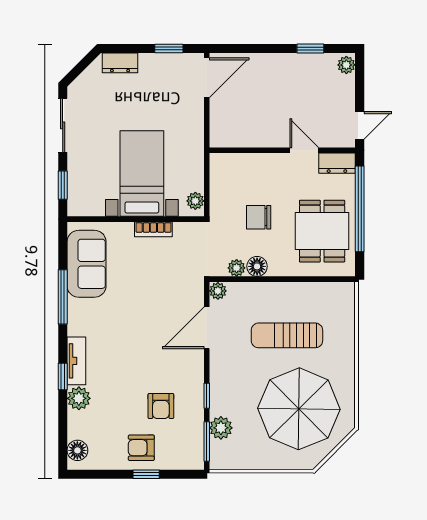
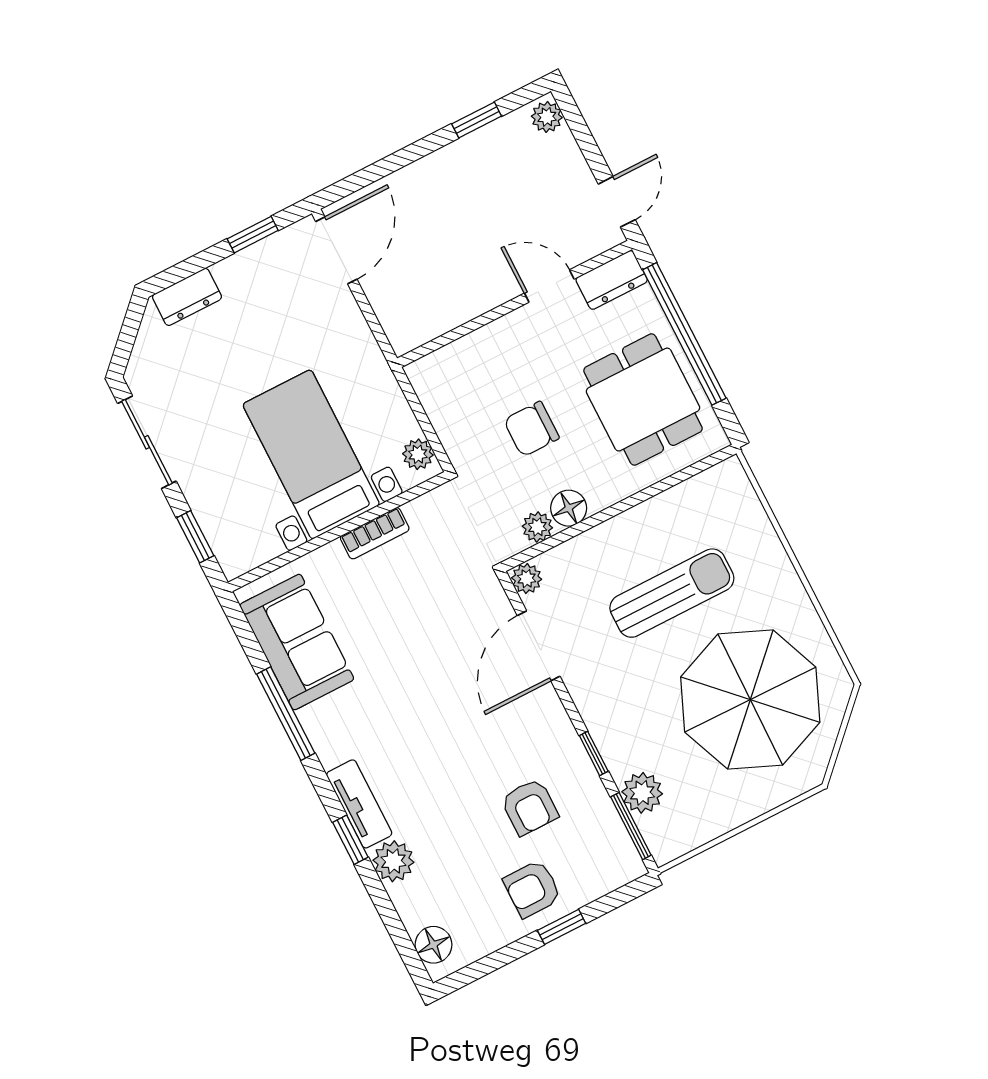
sun lounger: (287, 335) -> (672, 593), turned 180

